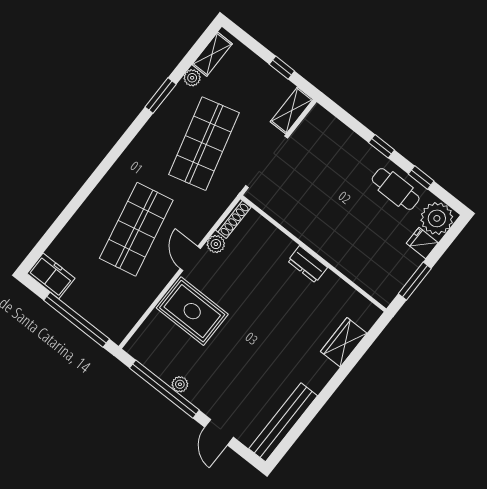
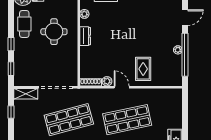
window: (421, 178) -> (11, 69), moved
round table: (350, 224) -> (54, 32), added
door: (190, 259) -> (122, 87), swing flipped
plant: (341, 289) -> (84, 14), added
rug: (192, 311) -> (143, 69), width x0.73, depth x0.70
window: (77, 320) -> (185, 115), removed

